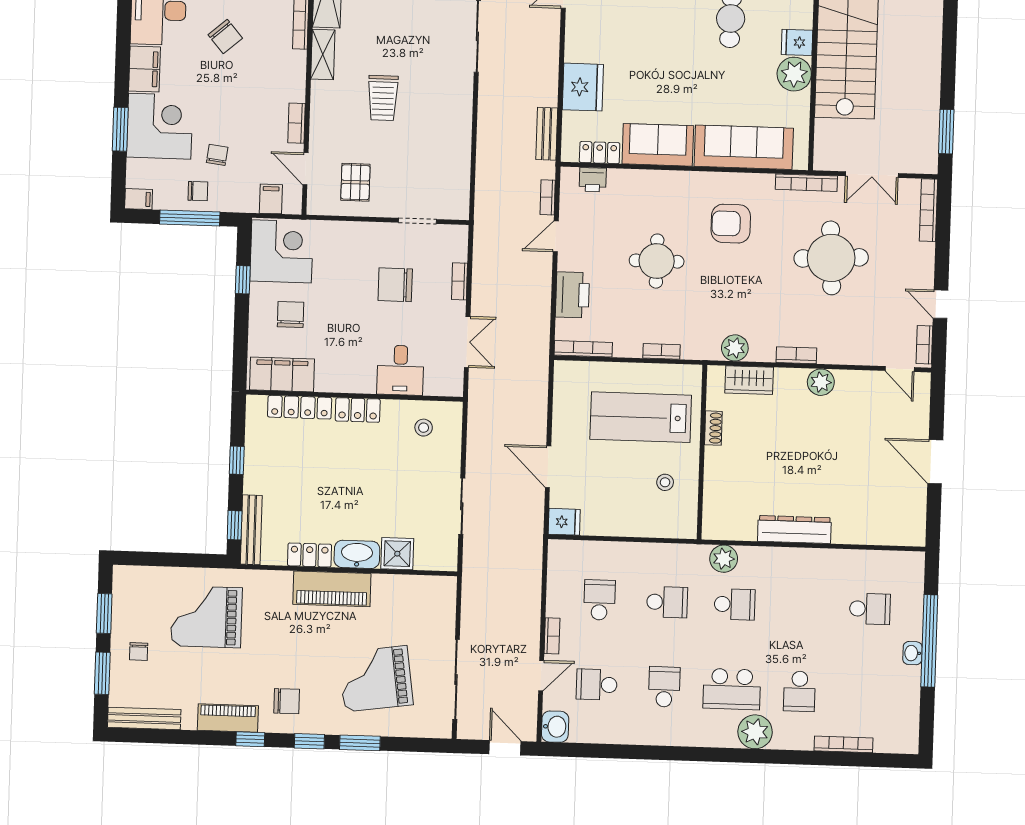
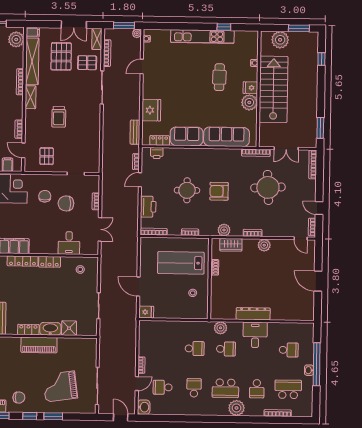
armchair: (731, 224) -> (219, 191), moved
chair: (291, 314) -> (45, 196), moved
desk: (798, 575) -> (255, 335), added
school desk: (599, 600) -> (288, 389), moved, width x1.85

